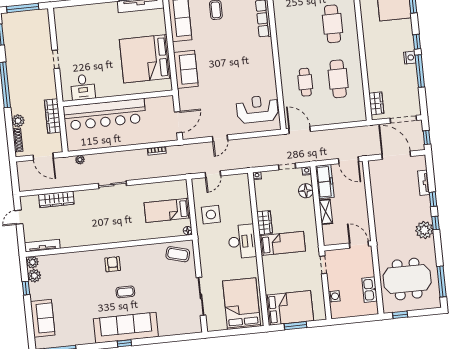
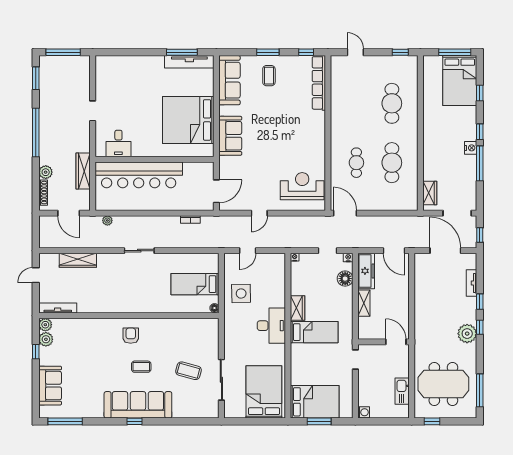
coffee table: (178, 254) -> (188, 371), moved
washing machine: (334, 296) -> (364, 412), moved

